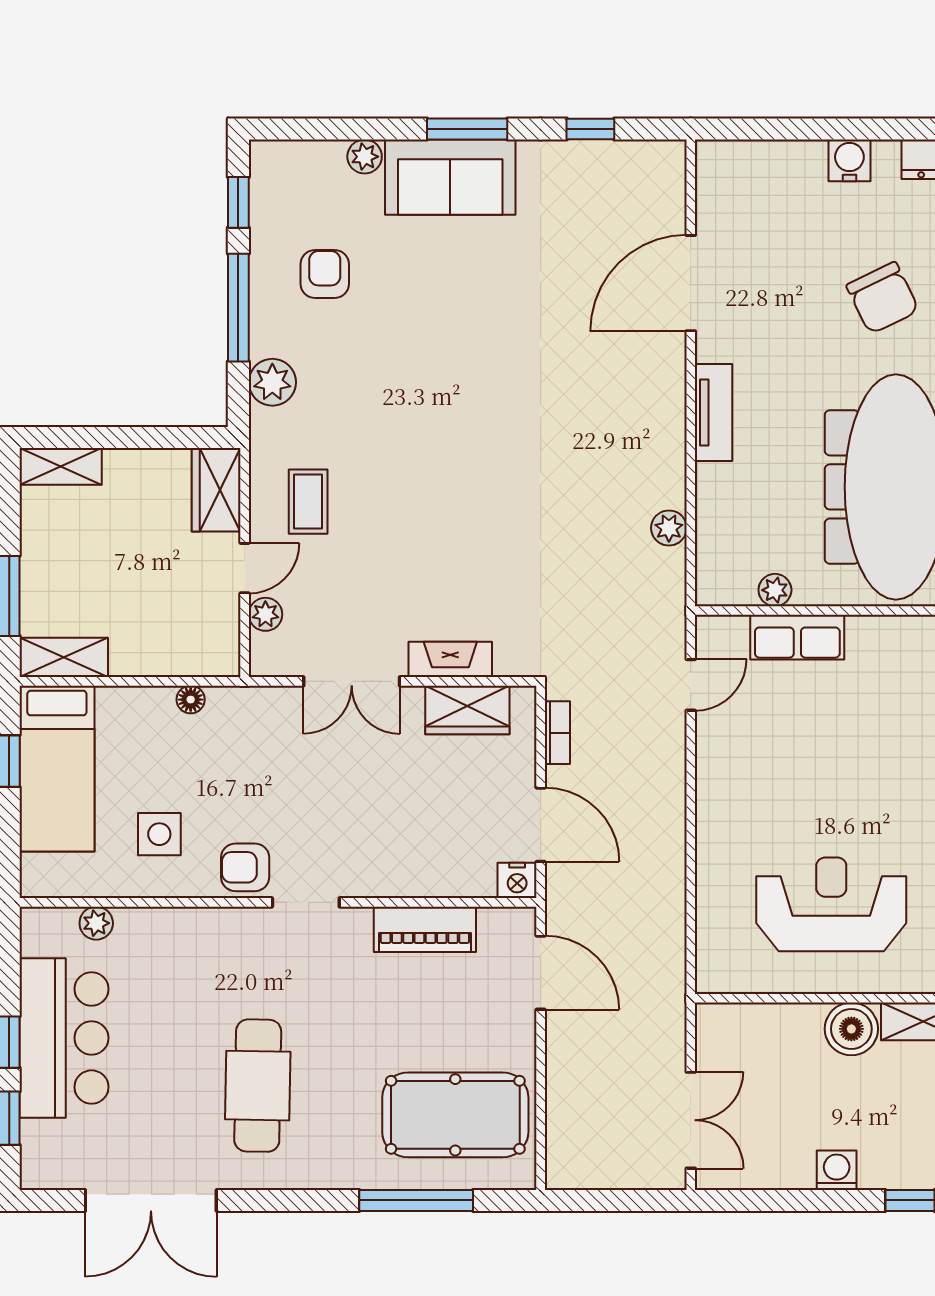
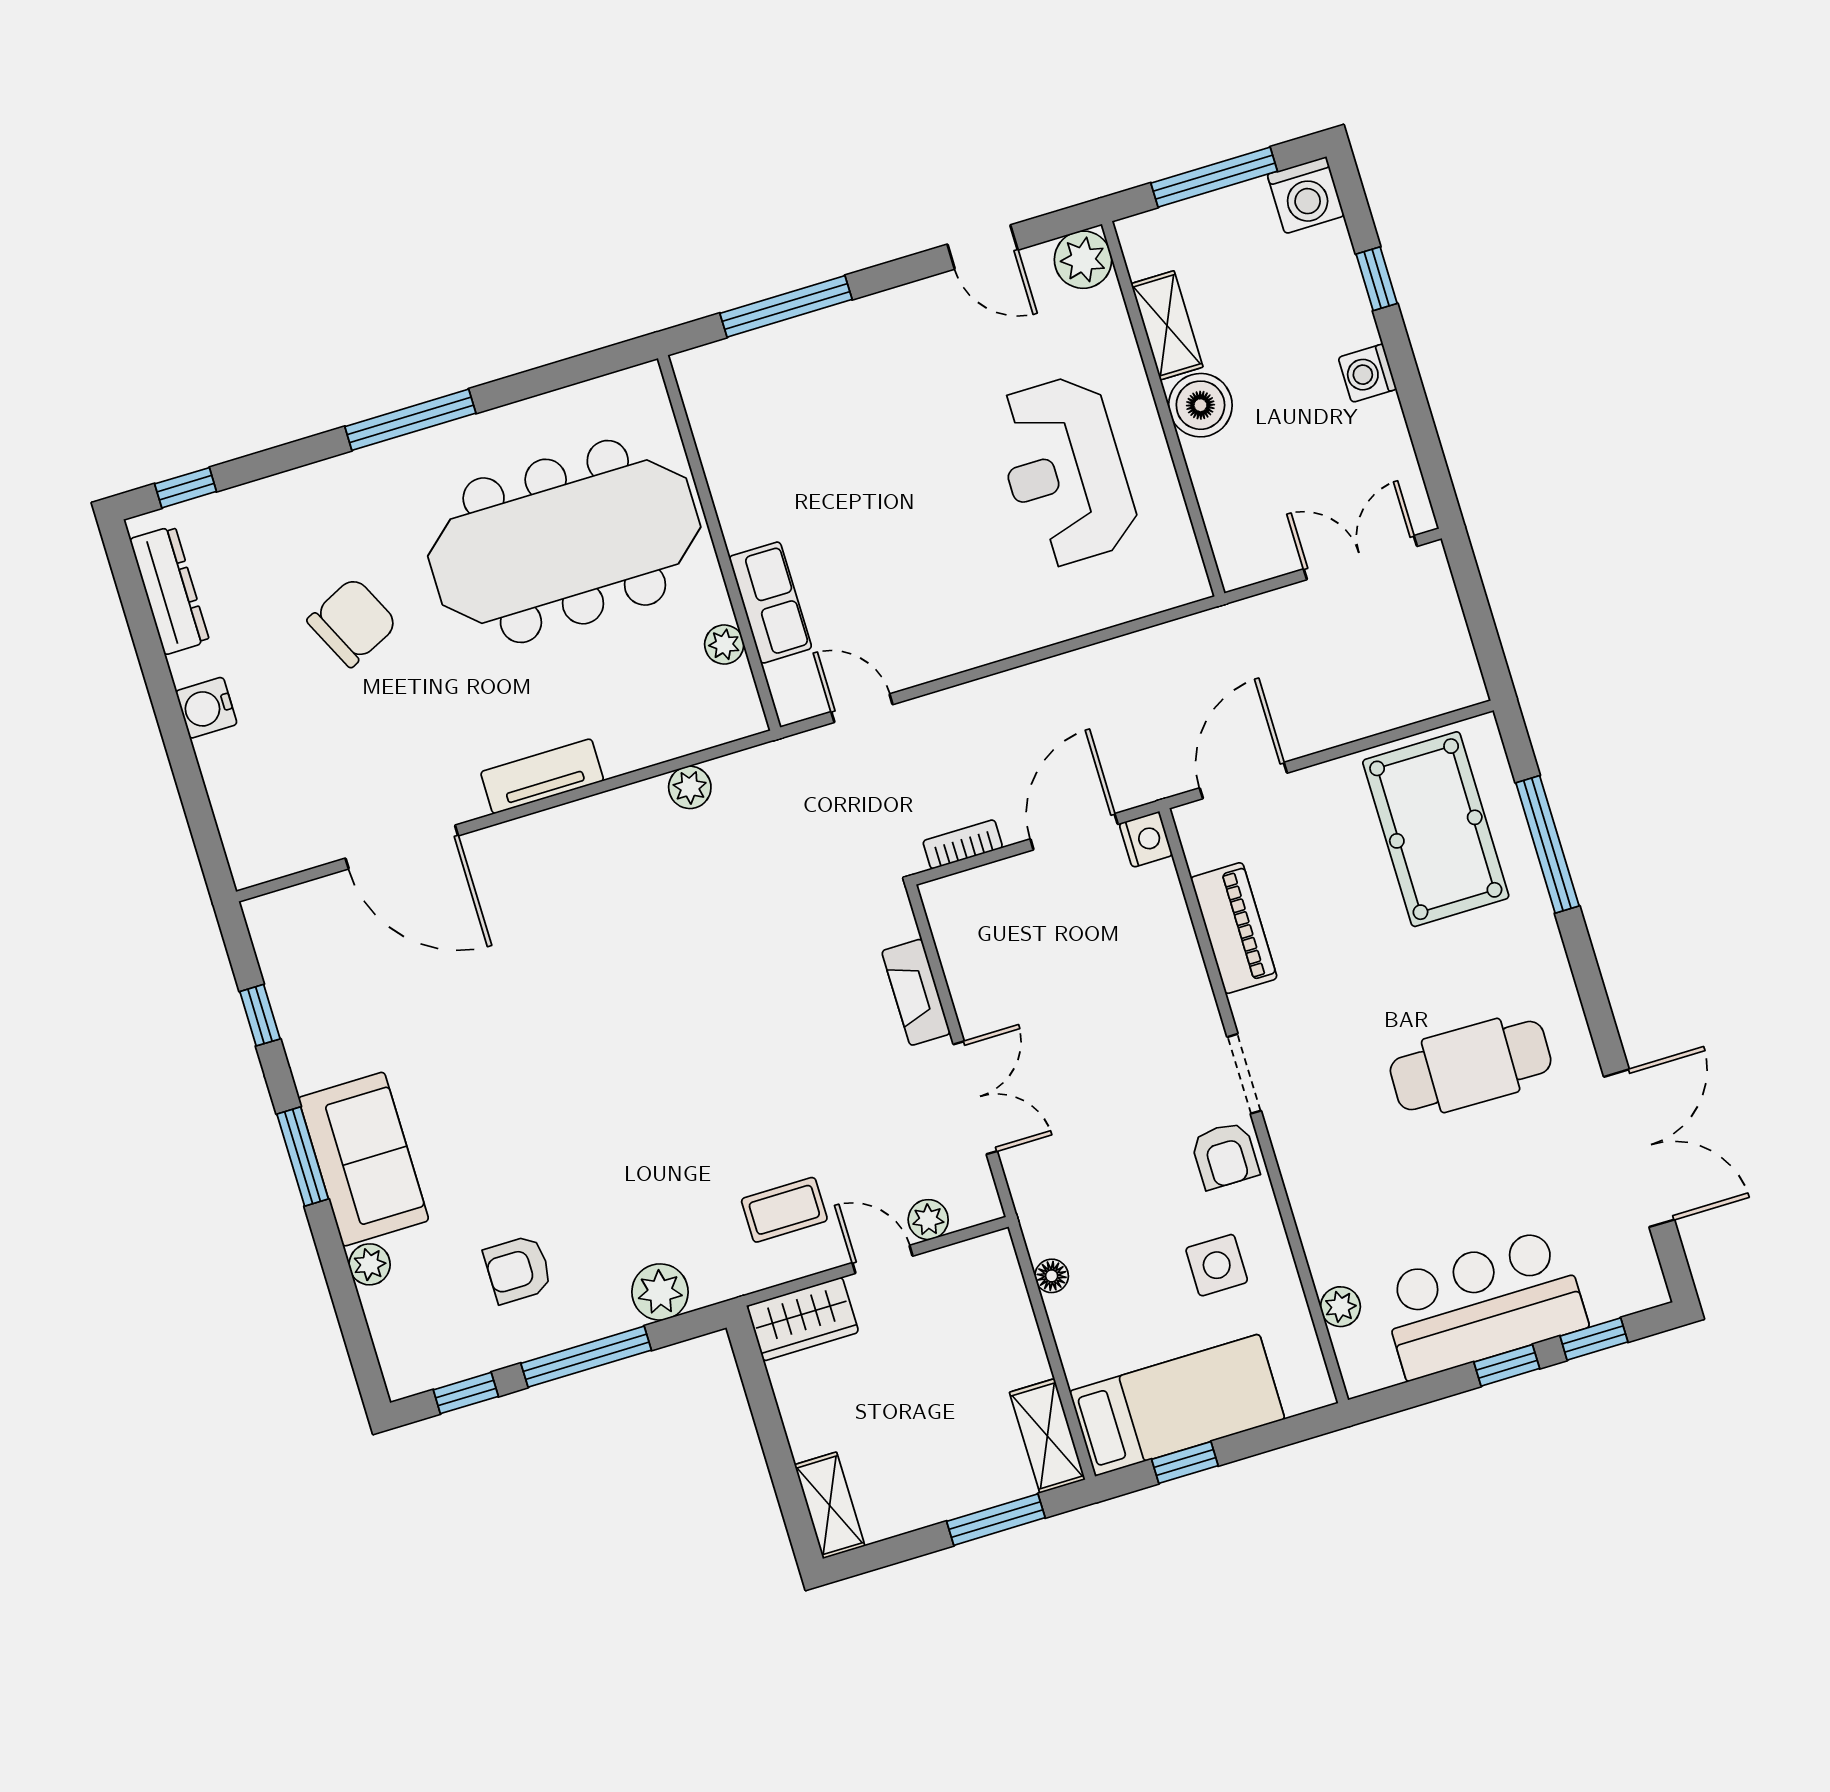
wardrobe: (467, 710) -> (968, 955), removed

